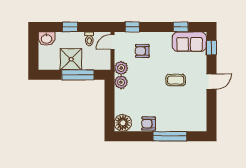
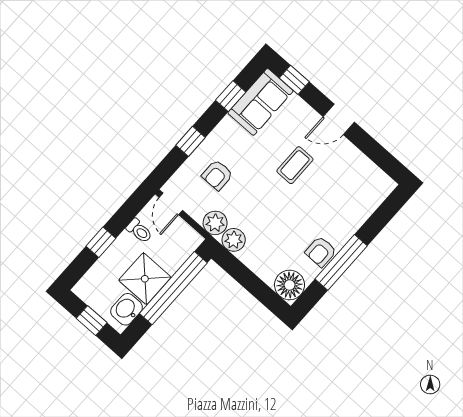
window: (132, 27) -> (190, 141), moved
washbasin: (46, 39) -> (127, 309), moved, turned 180
window: (33, 52) -> (92, 321), added
window: (78, 75) -> (173, 288), width x1.46
door: (211, 81) -> (339, 119), swing flipped
window: (170, 136) -> (341, 262), moved

